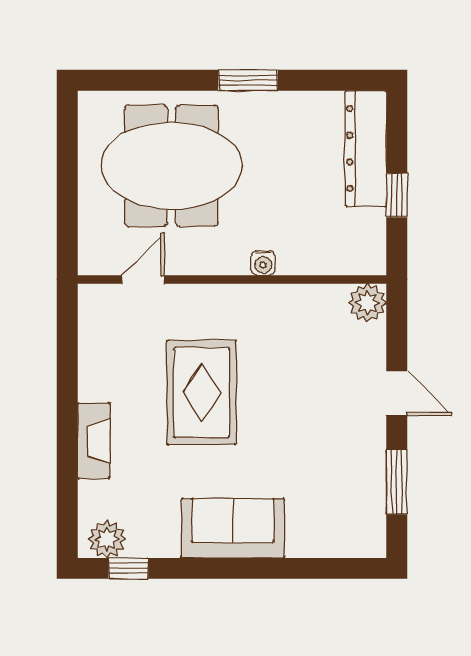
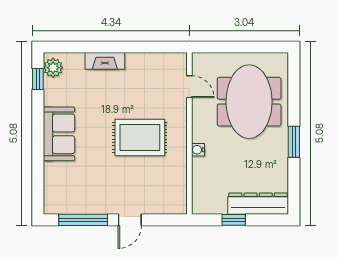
plant: (367, 303) -> (177, 204), removed
rug: (202, 392) -> (140, 138), moved
window: (397, 482) -> (83, 220), width x1.44

